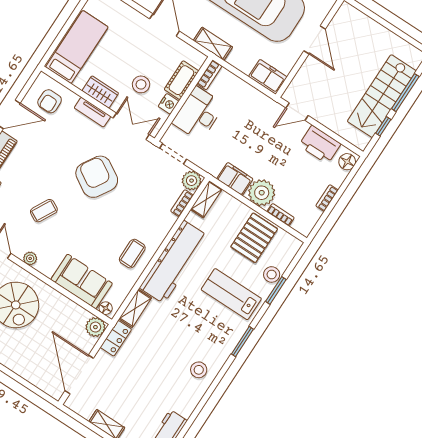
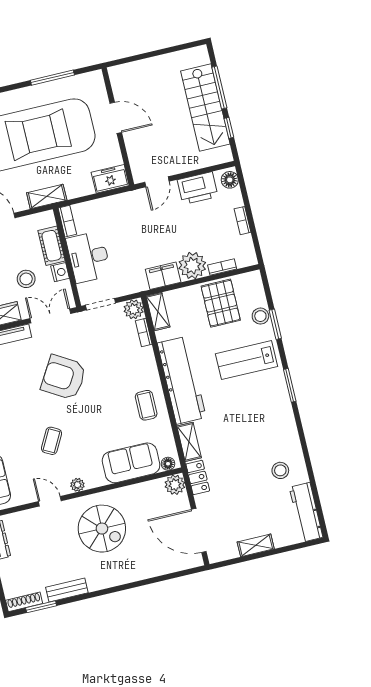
stool: (199, 370) -> (280, 470), moved

